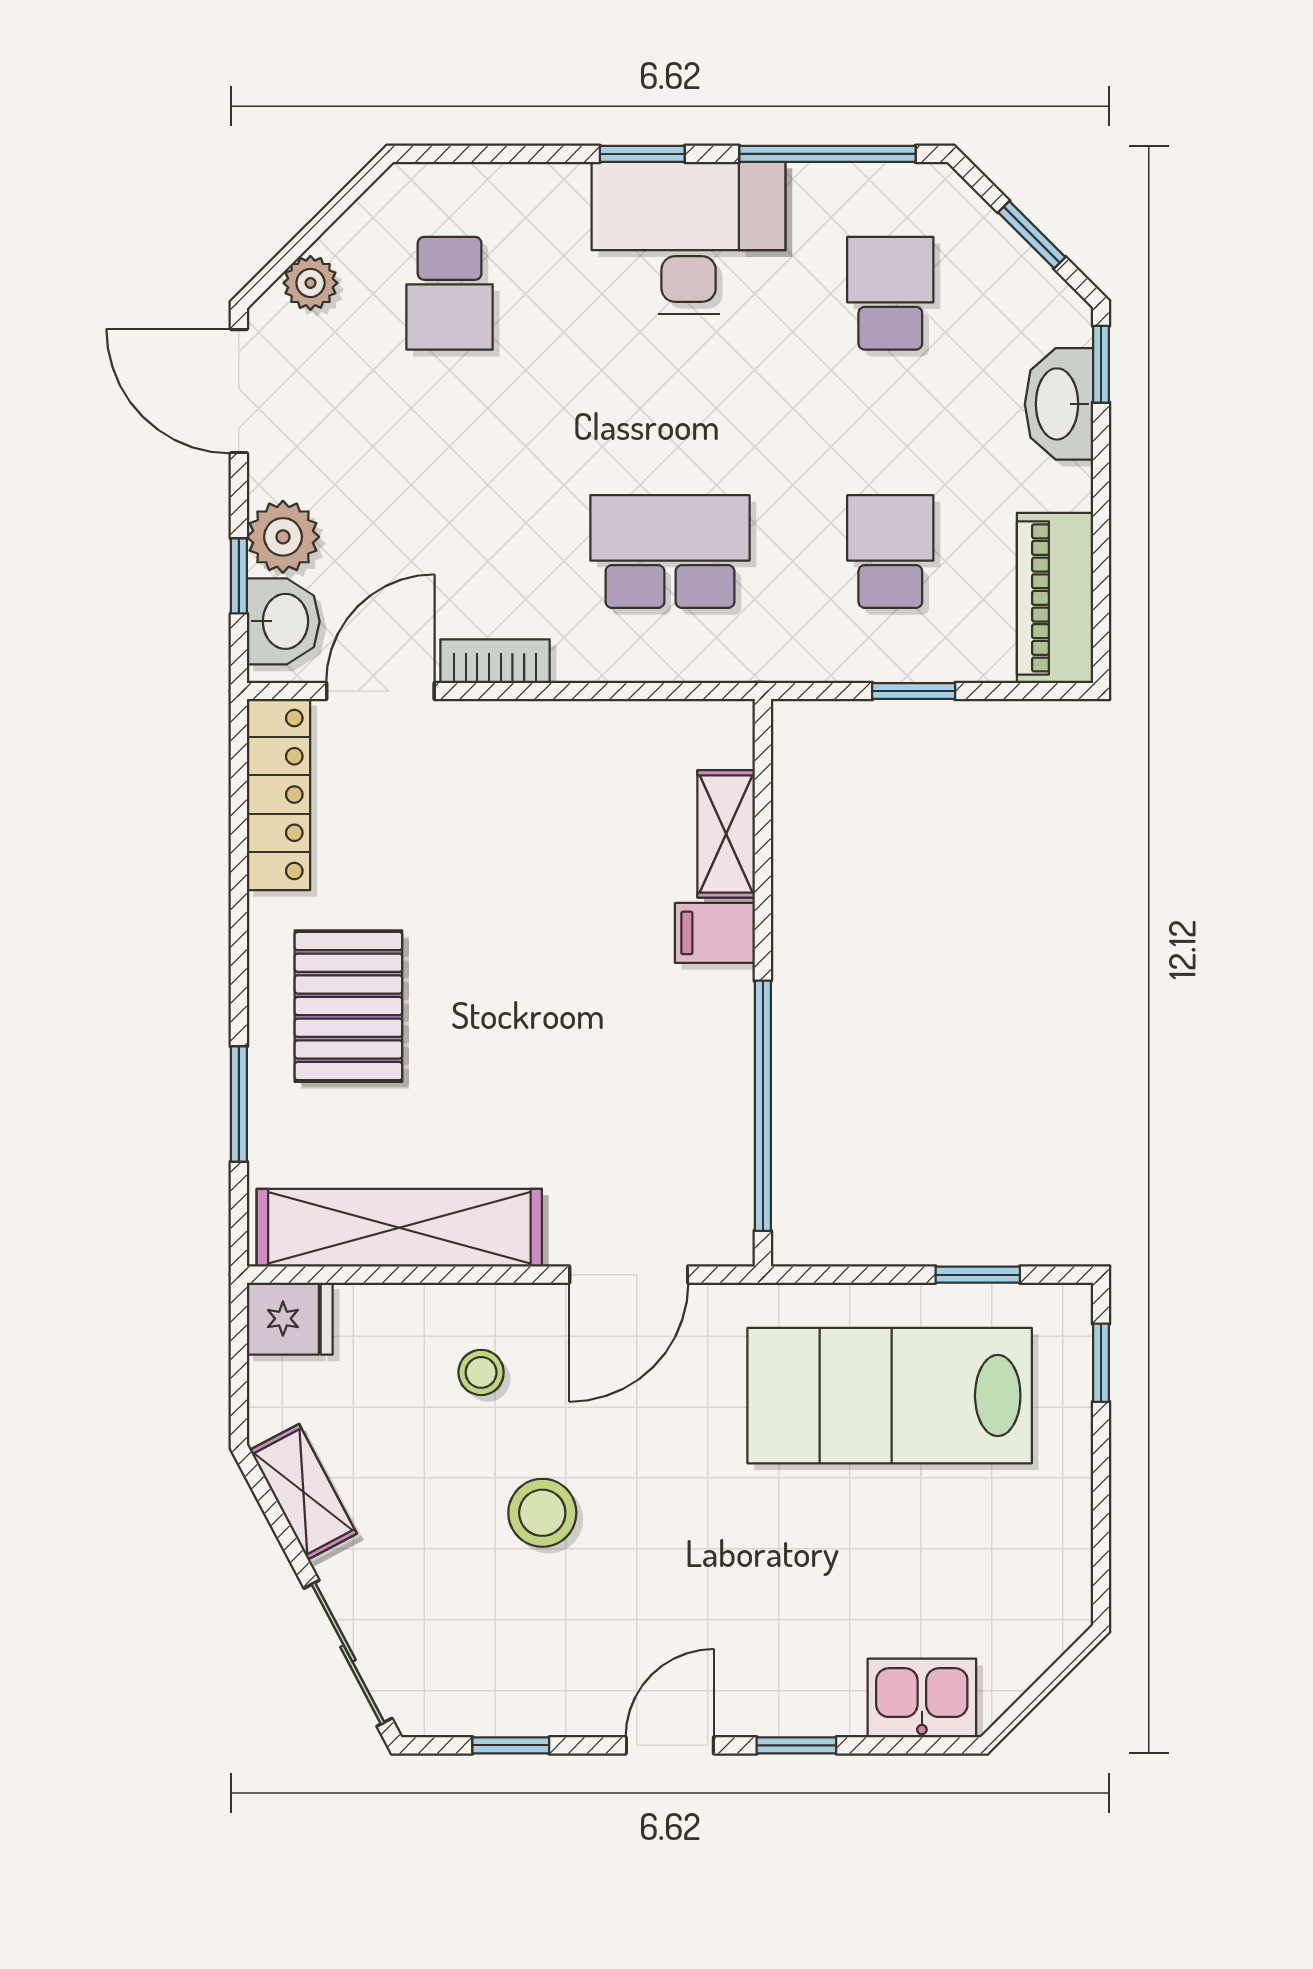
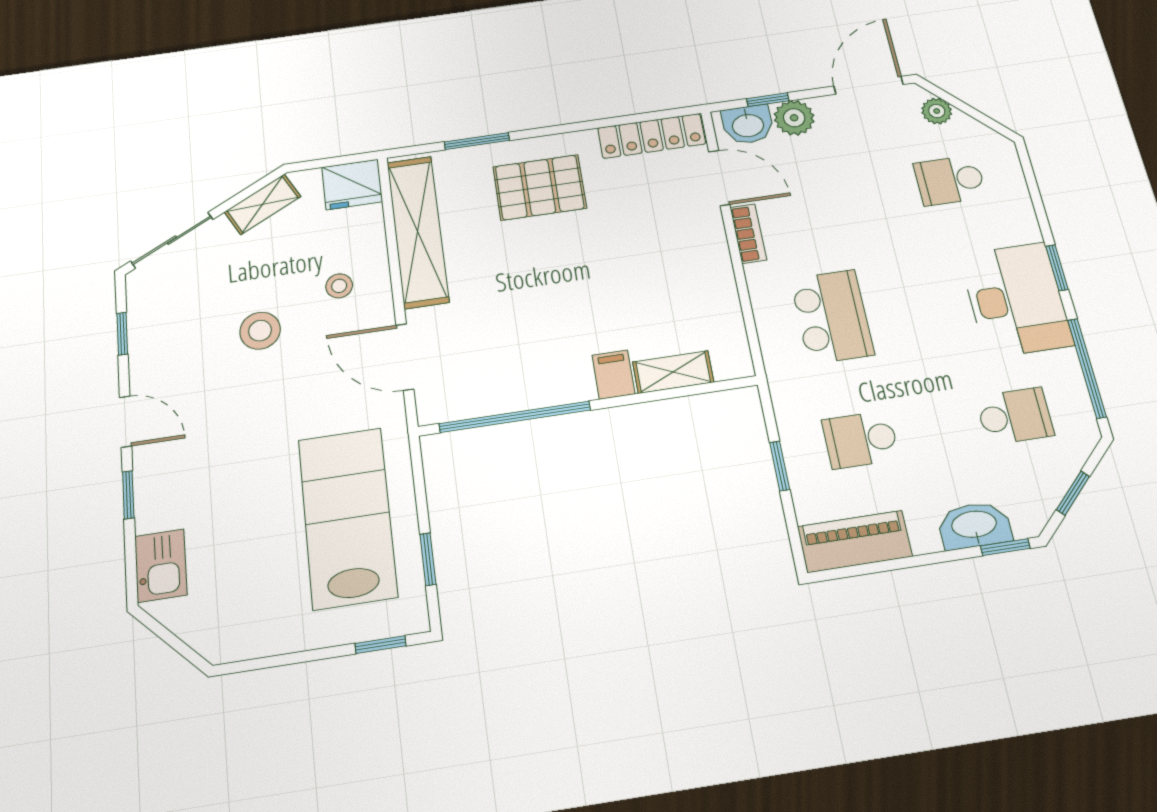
school desk: (890, 552) -> (861, 440), turned 180
fridge: (290, 1319) -> (352, 184), width x1.38

